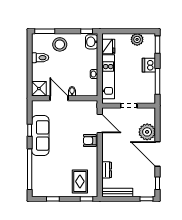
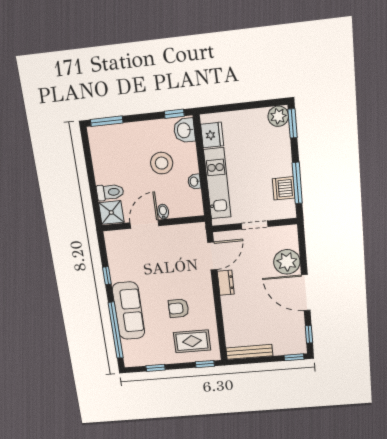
plant: (137, 39) -> (278, 116), moved
stool: (60, 44) -> (162, 163), moved
toilet: (40, 58) -> (110, 192), moved
dishwasher: (149, 65) -> (284, 188), moved
door: (59, 98) -> (144, 224), hinge flipped
door: (100, 123) -> (212, 256), hinge flipped
sofa: (40, 135) -> (129, 311), moved
armchair: (90, 141) -> (179, 308), moved
dresser: (107, 170) -> (226, 283), moved
rug: (80, 181) -> (192, 341), turned 90

